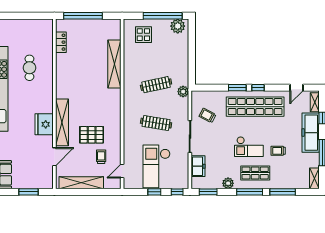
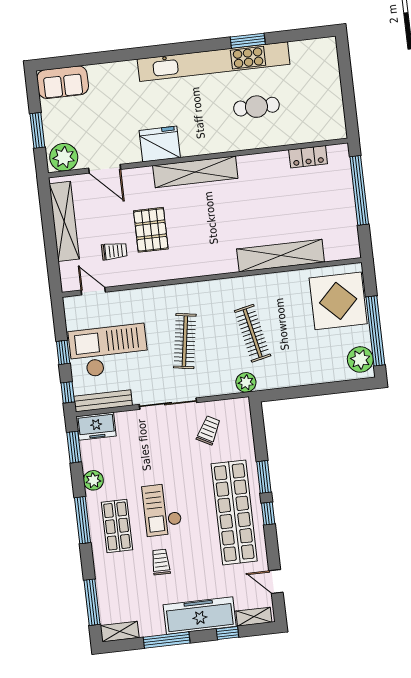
display table: (143, 35) -> (338, 301), width x1.86, depth x1.86
shelving: (62, 122) -> (195, 172), moved
freezer: (198, 166) -> (96, 426), moved
bench: (184, 173) -> (103, 401), added
plant: (45, 179) -> (64, 157), added
window: (283, 192) -> (92, 602), moved

